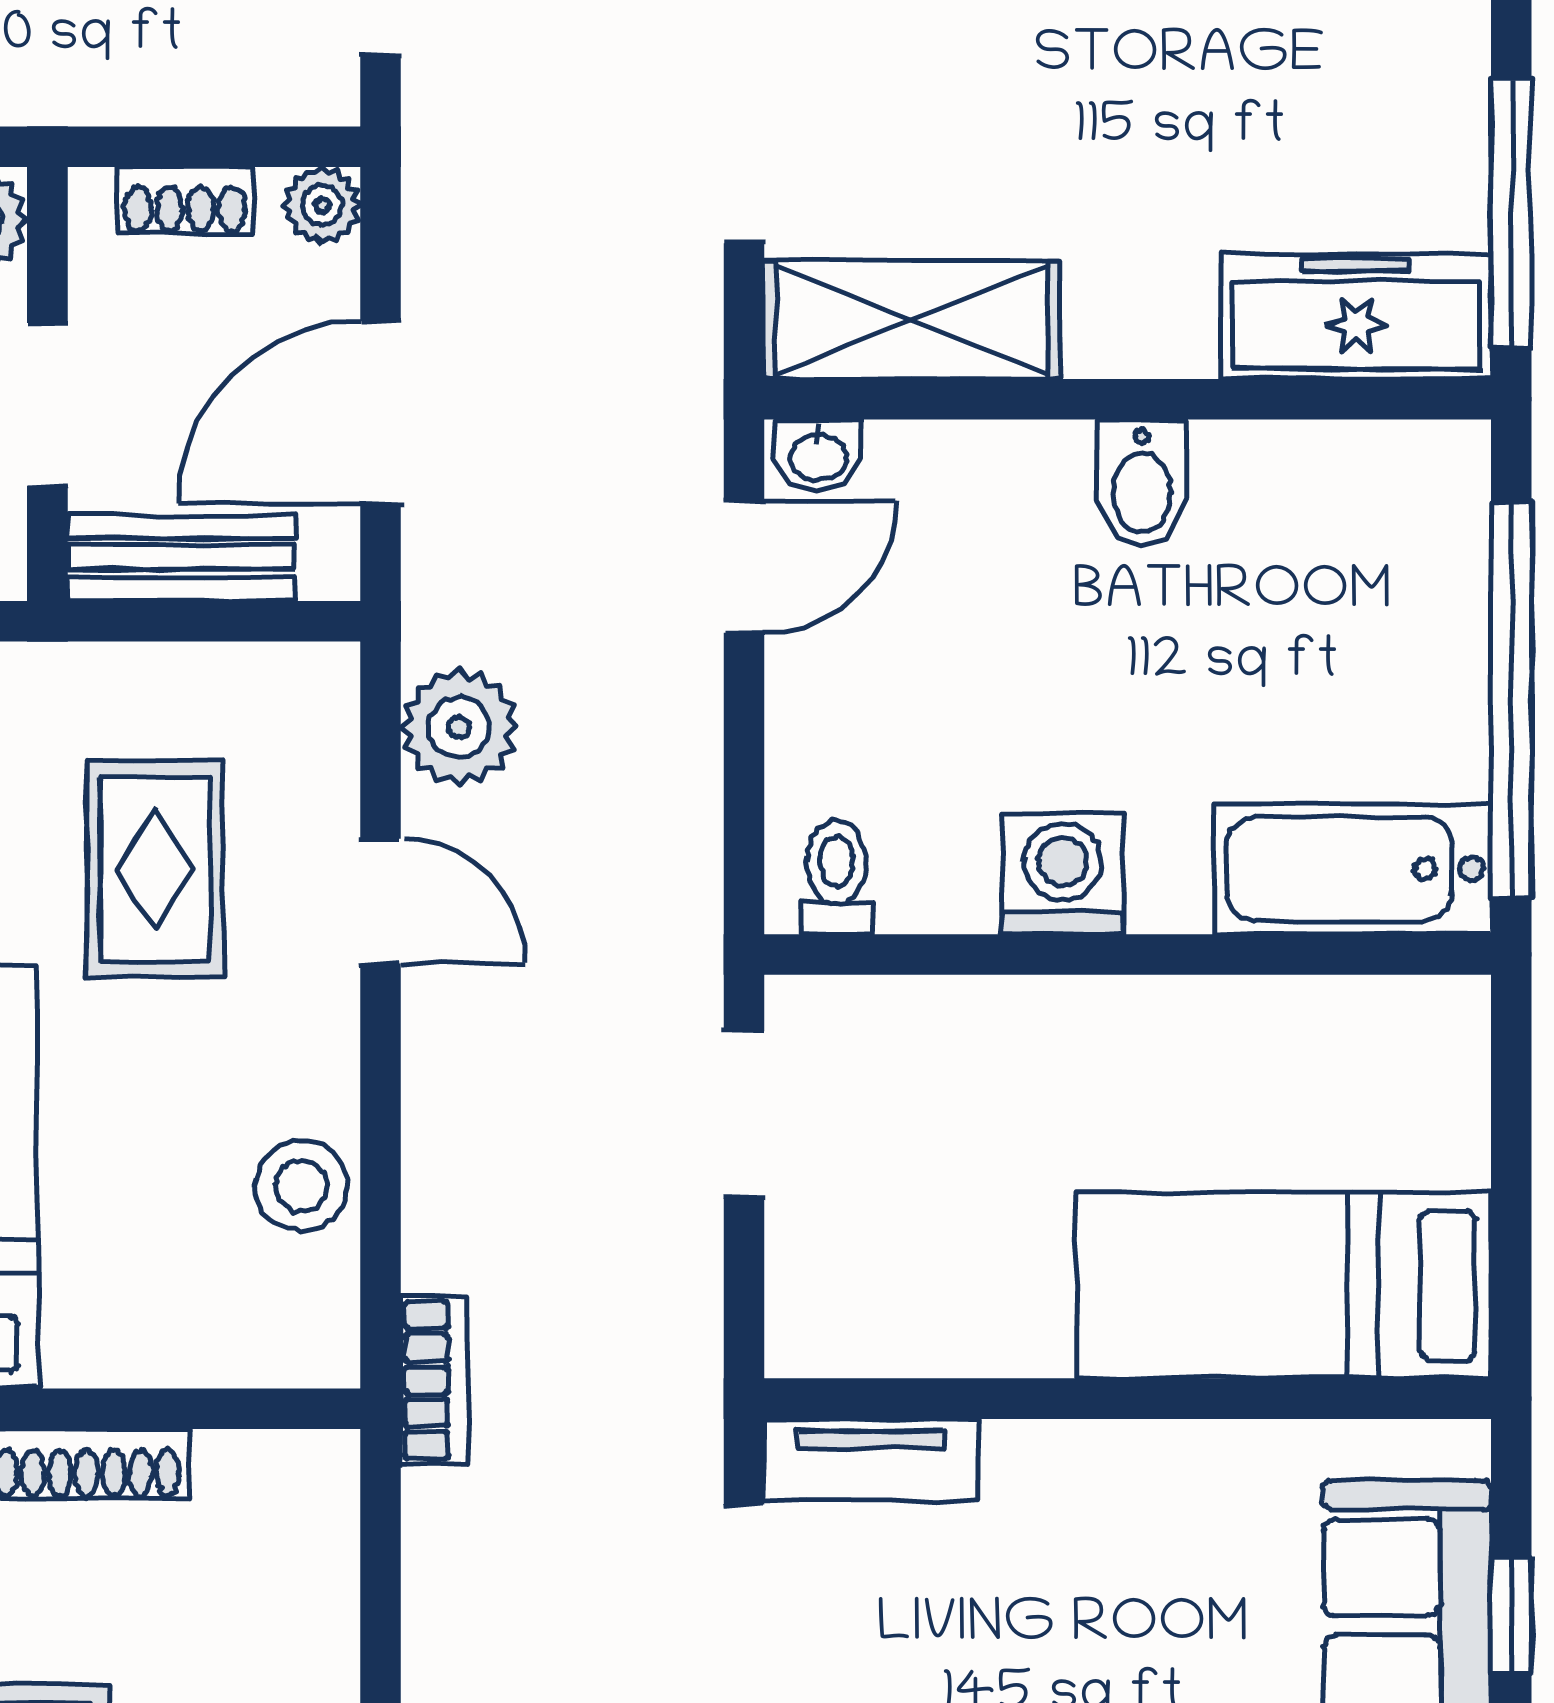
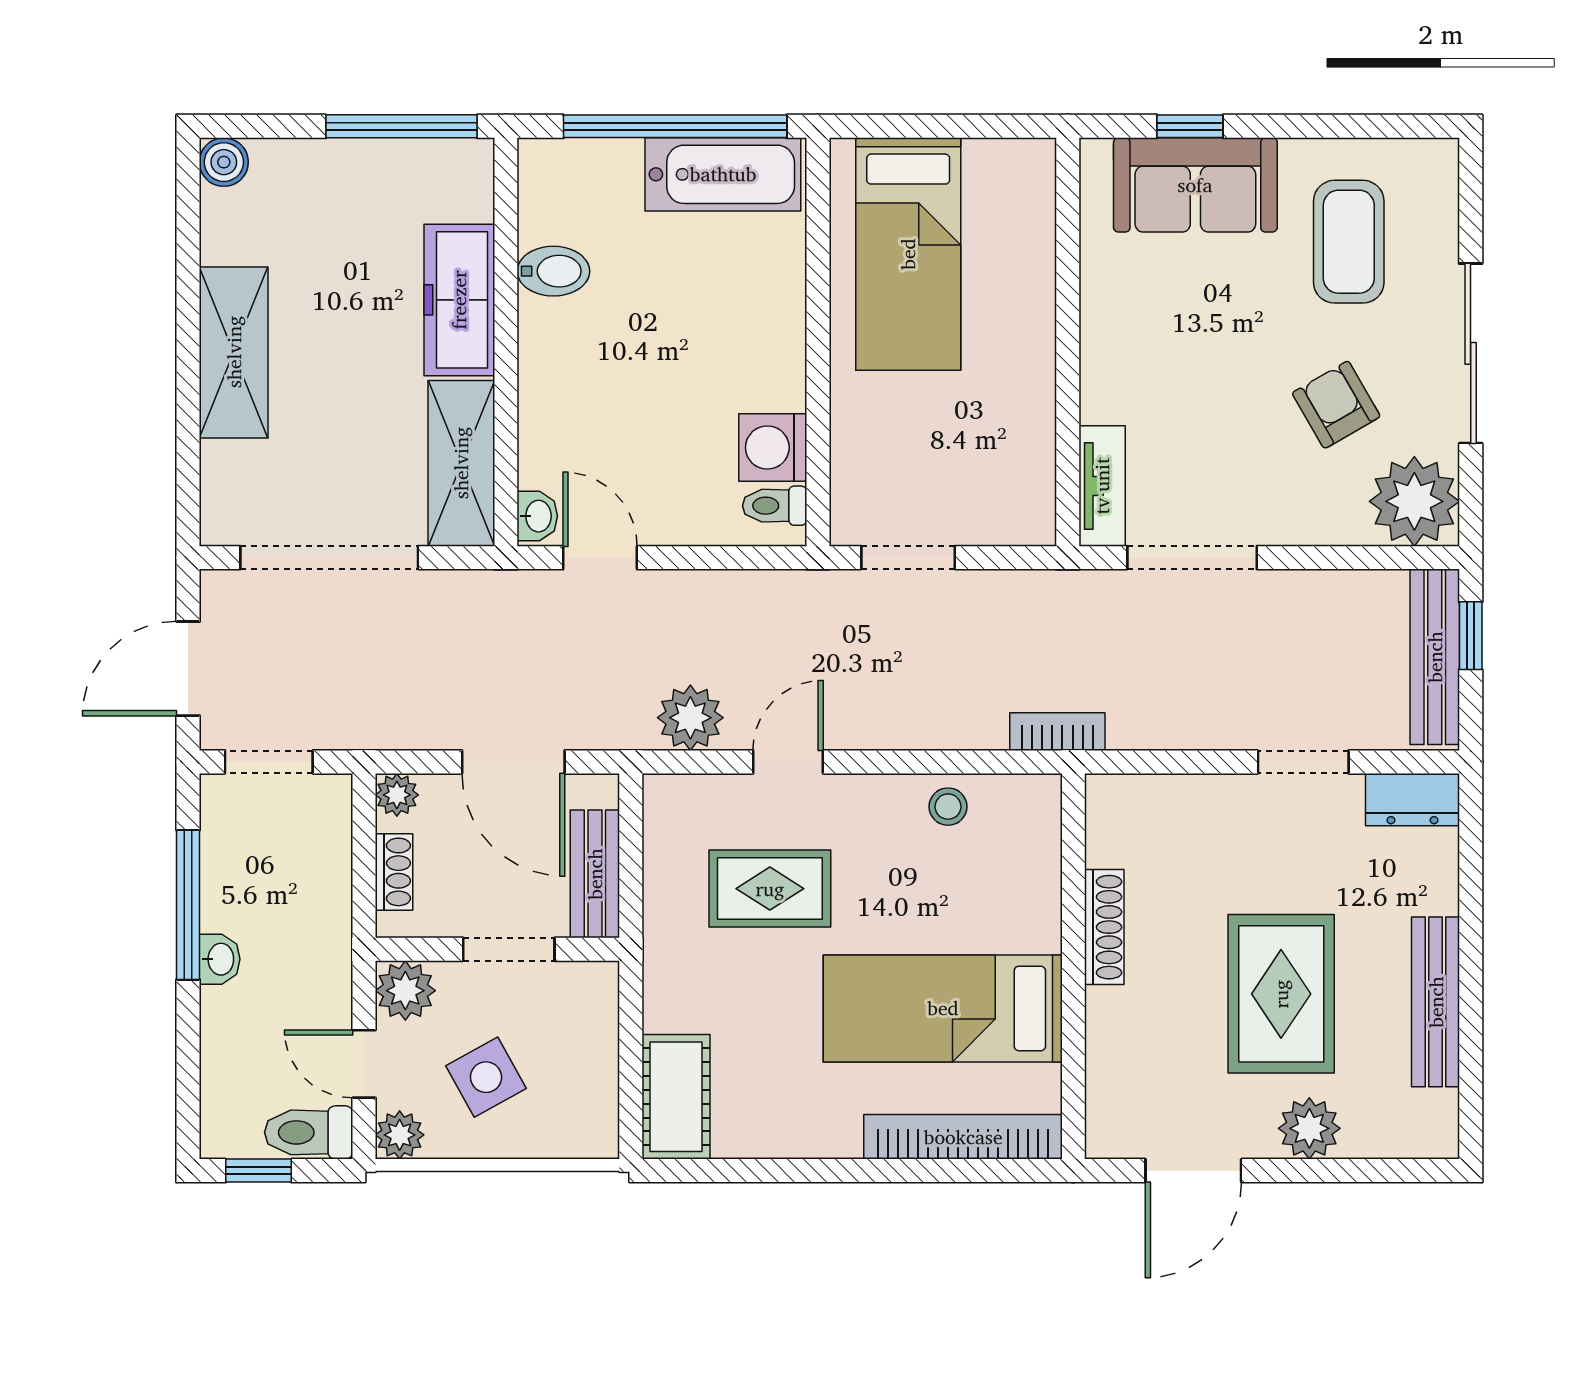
freezer: (1356, 316) -> (459, 300), moved
bidet: (1142, 484) -> (553, 271), moved
bathtub: (1353, 869) -> (723, 174), moved, turned -90
washing machine: (1063, 874) -> (773, 448), moved
stool: (301, 1186) -> (948, 807), width x0.73, depth x0.73
bed: (1284, 1285) -> (908, 254), moved

